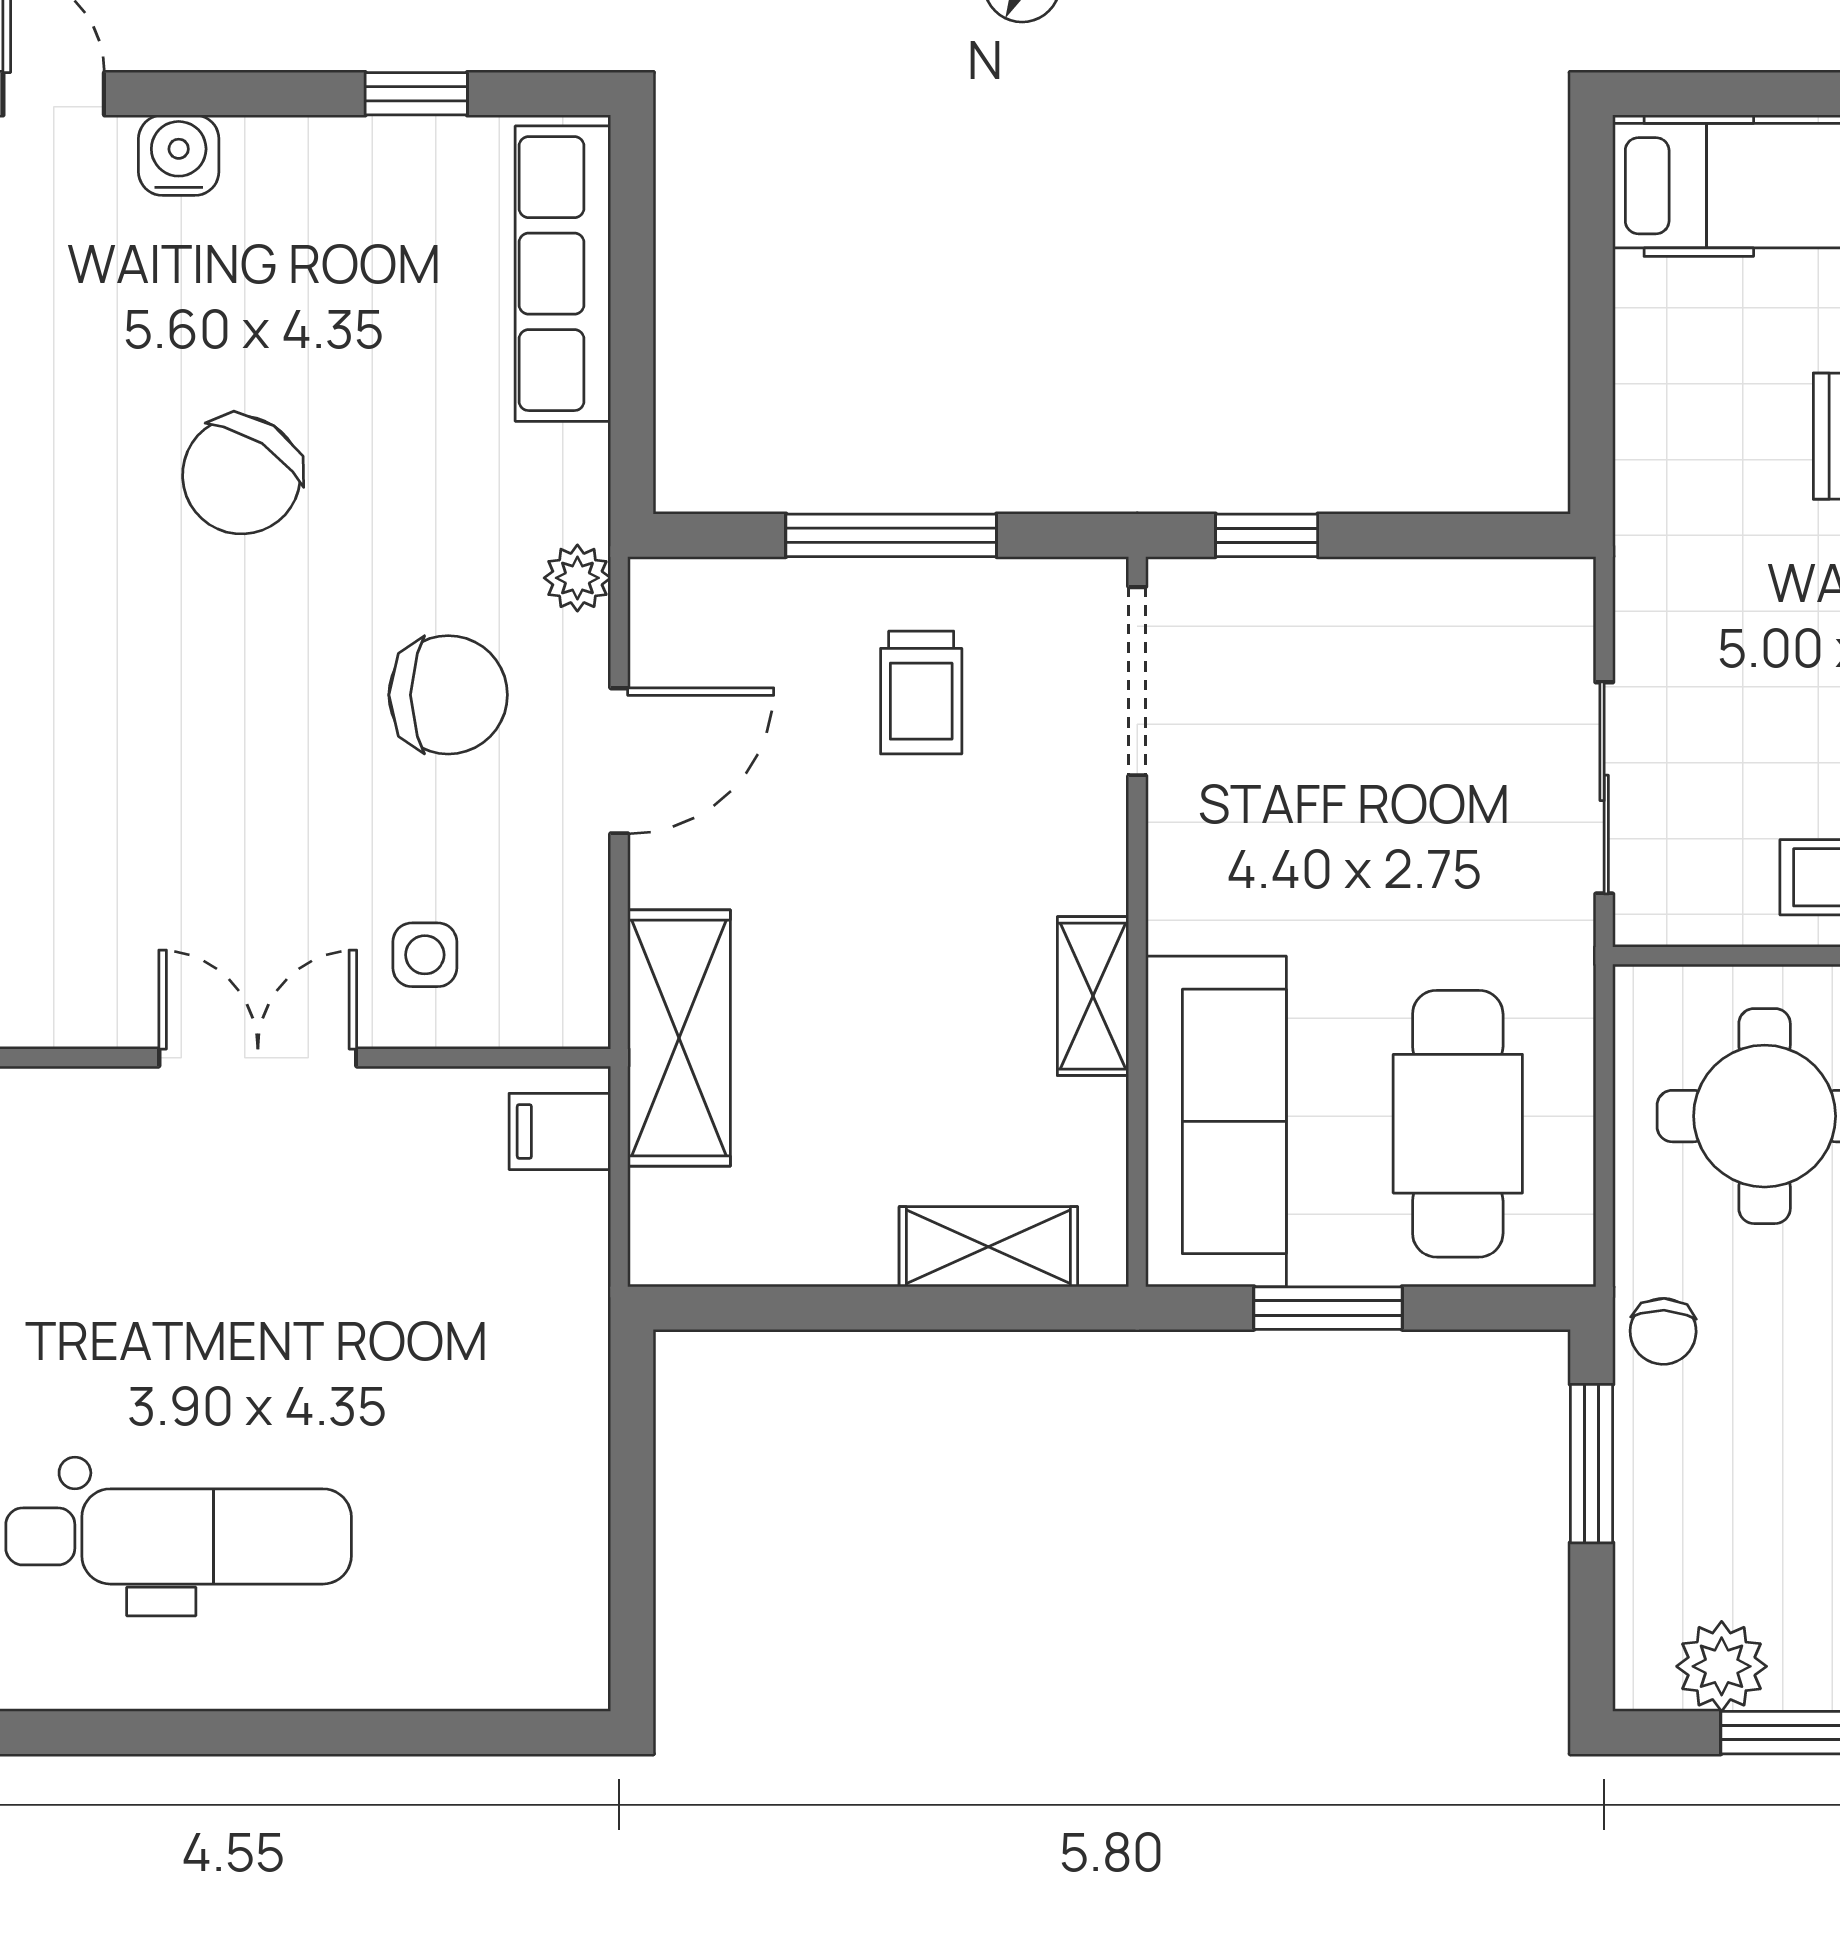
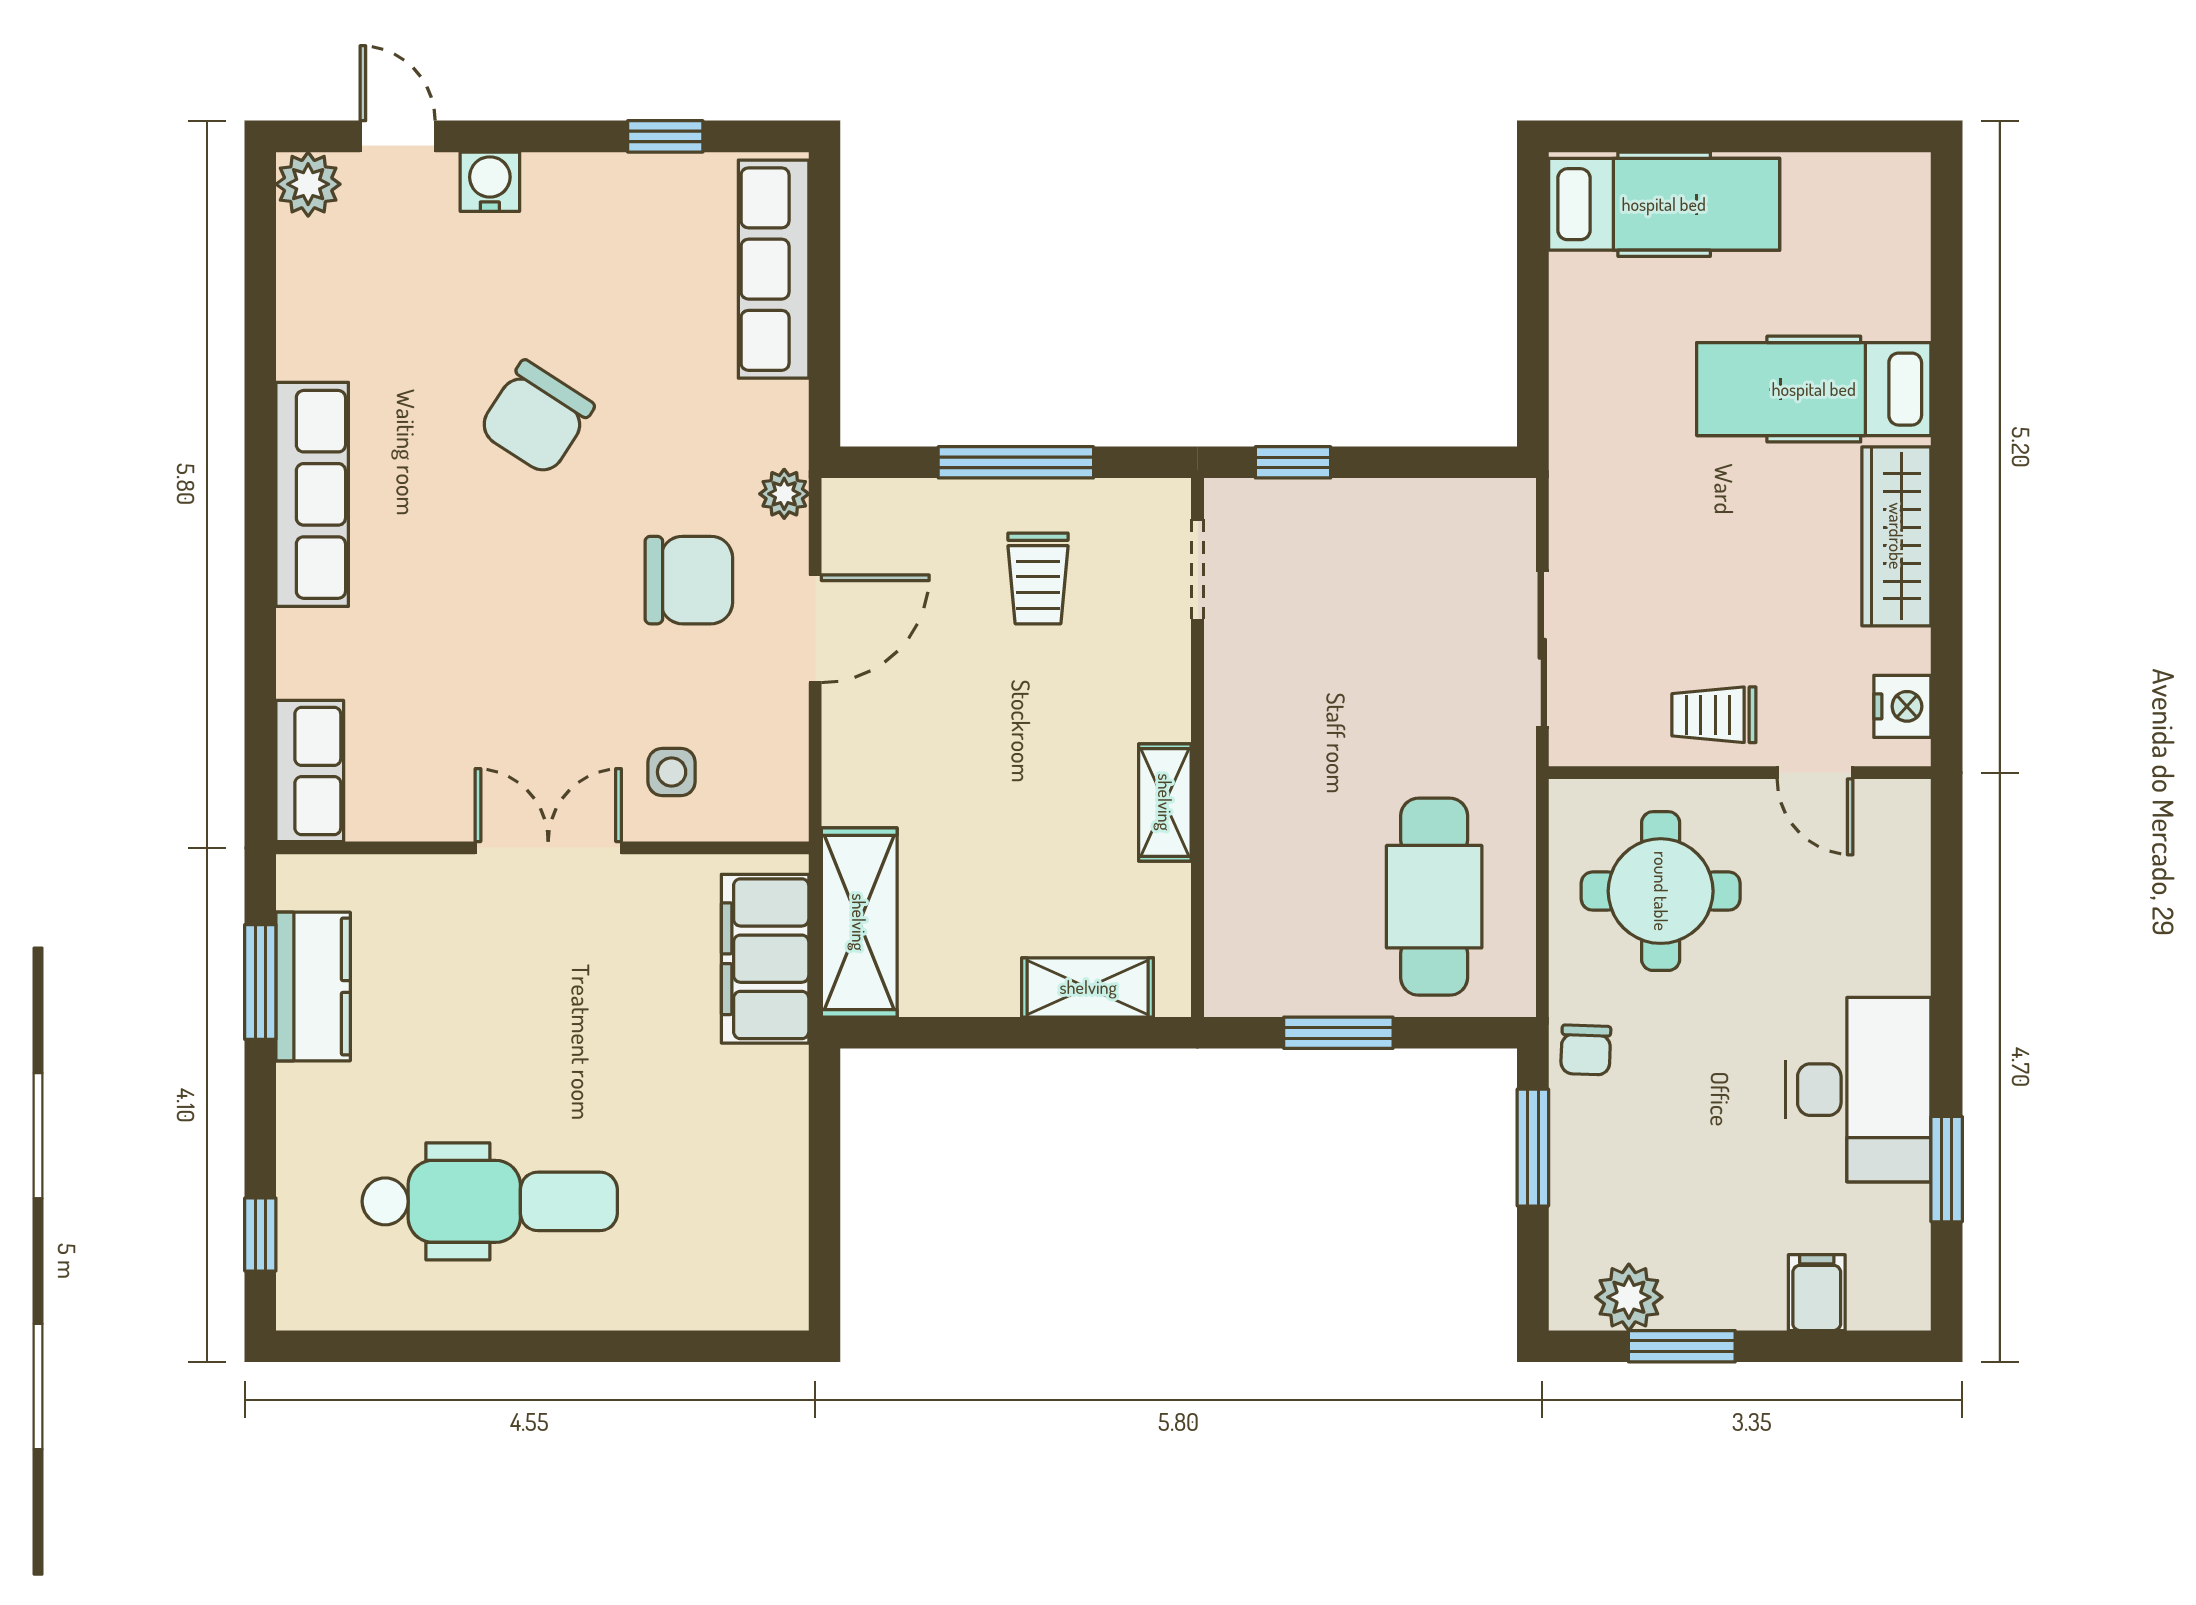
doorway: (1137, 681) -> (1197, 570), width x0.73
shelving: (679, 1038) -> (859, 922), moved
sofa: (1216, 1121) -> (1256, 895), removed
filing cabinet: (560, 1131) -> (765, 959), width x3.00, depth x1.17

